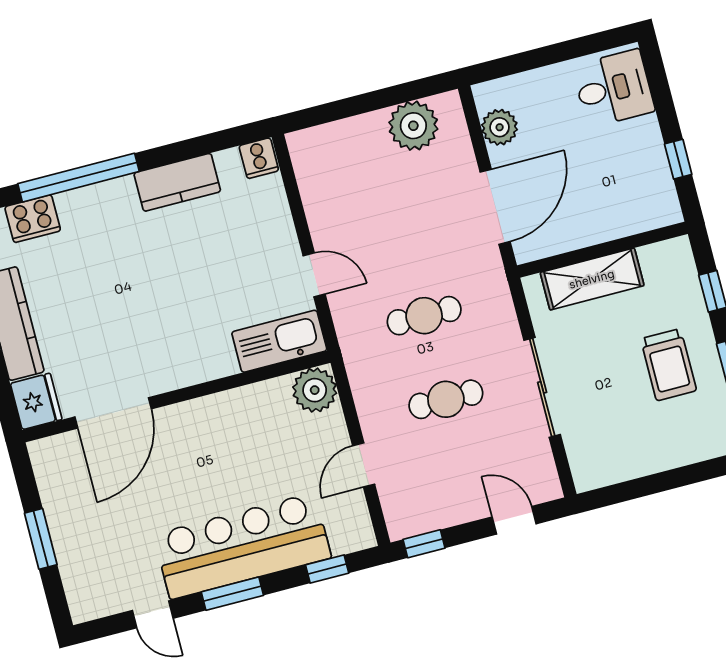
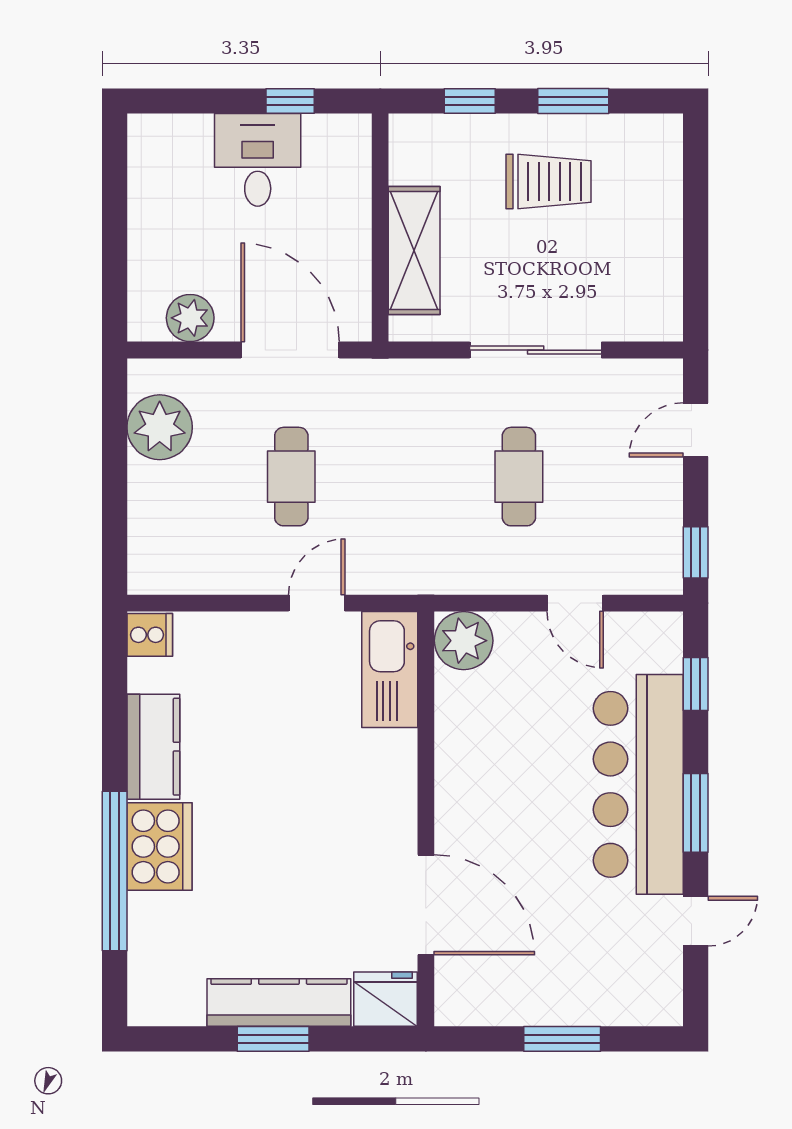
desk: (614, 88) -> (258, 160), moved
cooker: (33, 219) -> (159, 847), moved, width x1.37, depth x1.31
cafe table: (424, 316) -> (291, 477), moved

